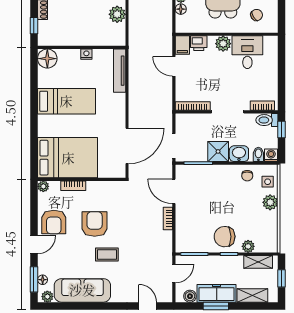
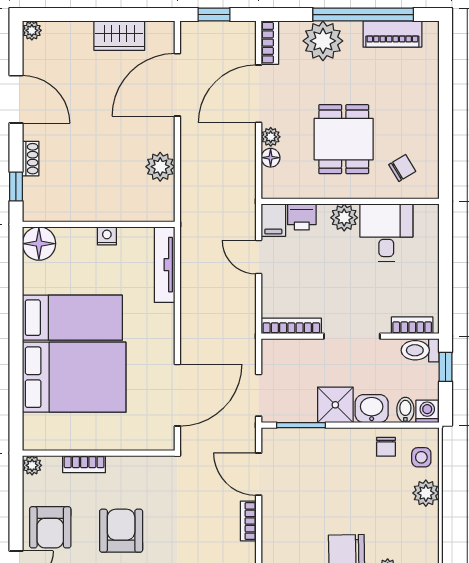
bed: (68, 158) -> (74, 377), moved

